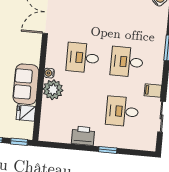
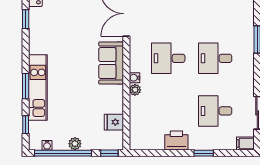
sofa: (26, 84) -> (111, 63), moved
plant: (53, 90) -> (135, 90), width x0.53, depth x0.53
filing cabinet: (153, 90) -> (245, 143), moved

